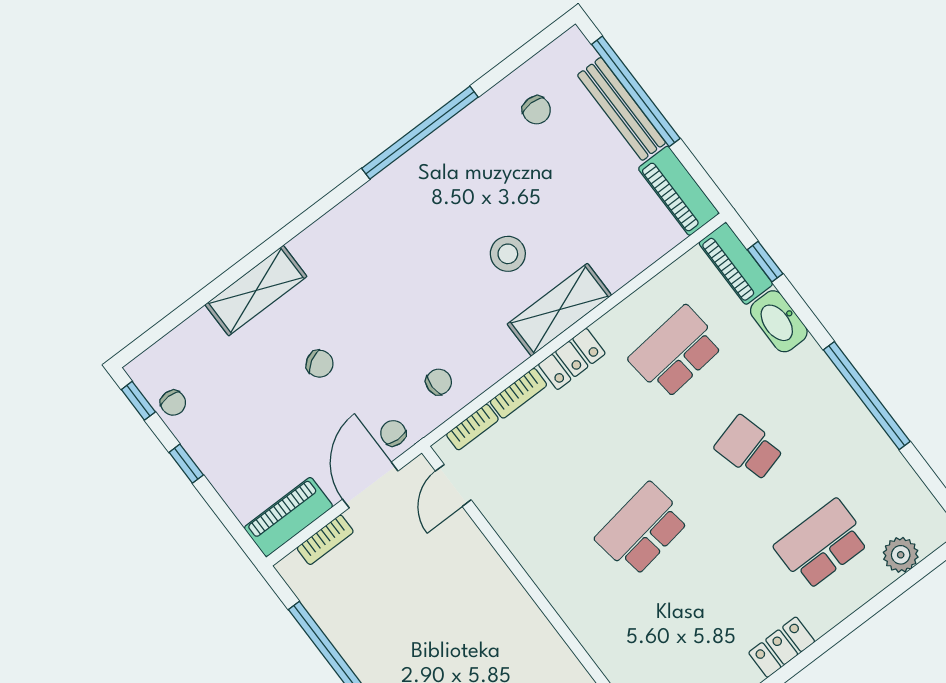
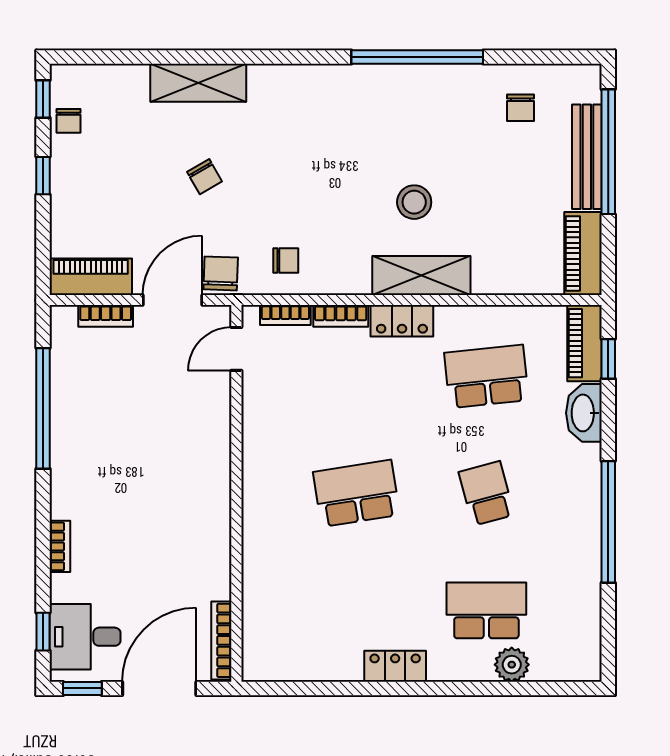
chair: (393, 433) -> (221, 273), width x1.37, depth x1.37
plant: (901, 555) -> (512, 665), moved

